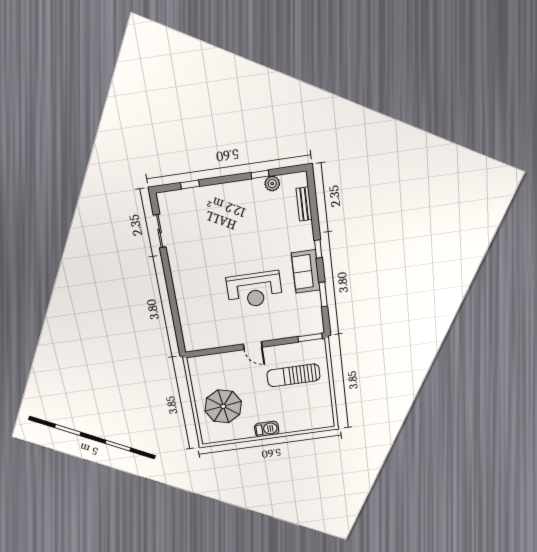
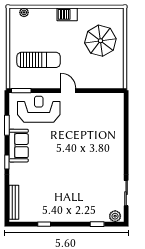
plant: (272, 184) -> (115, 216), moved
bench: (304, 204) -> (14, 202), width x1.36
reception desk: (254, 290) -> (39, 109), moved
plant: (317, 424) -> (24, 12), added

